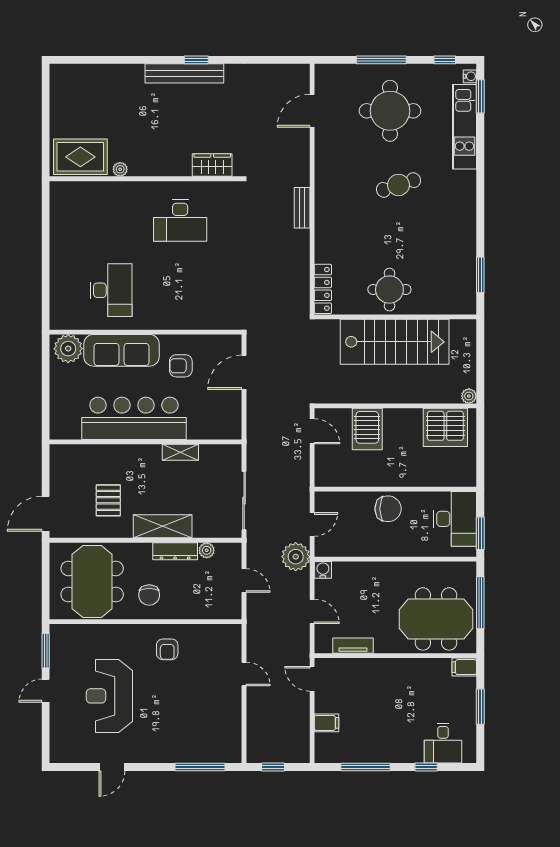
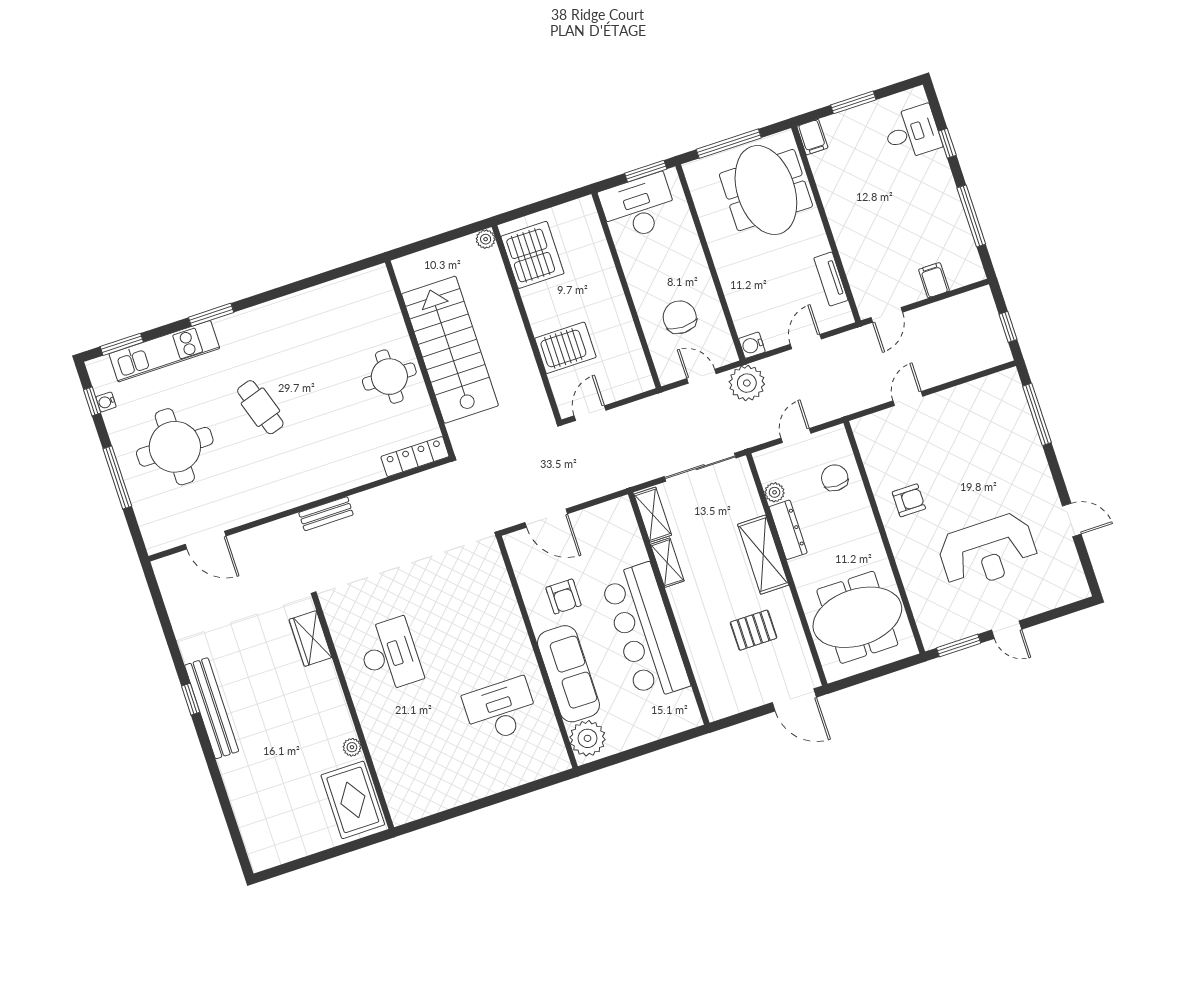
water cooler: (470, 76) -> (106, 402), moved, turned -90
window: (480, 275) -> (211, 315), moved
shelving: (220, 453) -> (653, 515), added
chair: (388, 509) -> (680, 317), moved
chair: (149, 595) -> (835, 478), moved, turned -90

